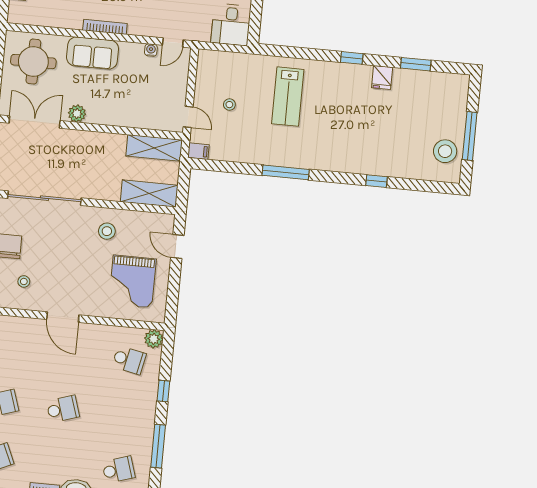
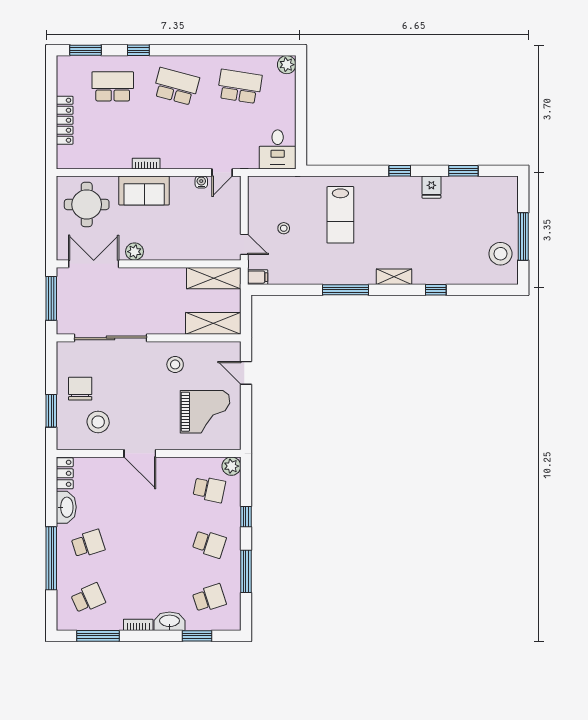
bookcase: (105, 27) -> (146, 164), width x0.64
shelving: (336, 164) -> (394, 277), added
stool: (24, 281) -> (98, 422), width x1.89, depth x1.89
grand piano: (132, 282) -> (205, 412), turned -90
school desk: (63, 409) -> (209, 544), moved, turned 36

